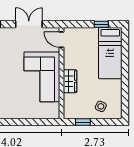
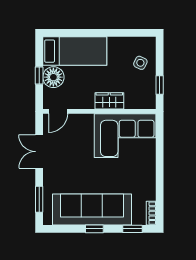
window: (101, 24) -> (39, 75), moved
floor lamp: (89, 36) -> (53, 77), added
corner sofa: (42, 77) -> (125, 136), moved

